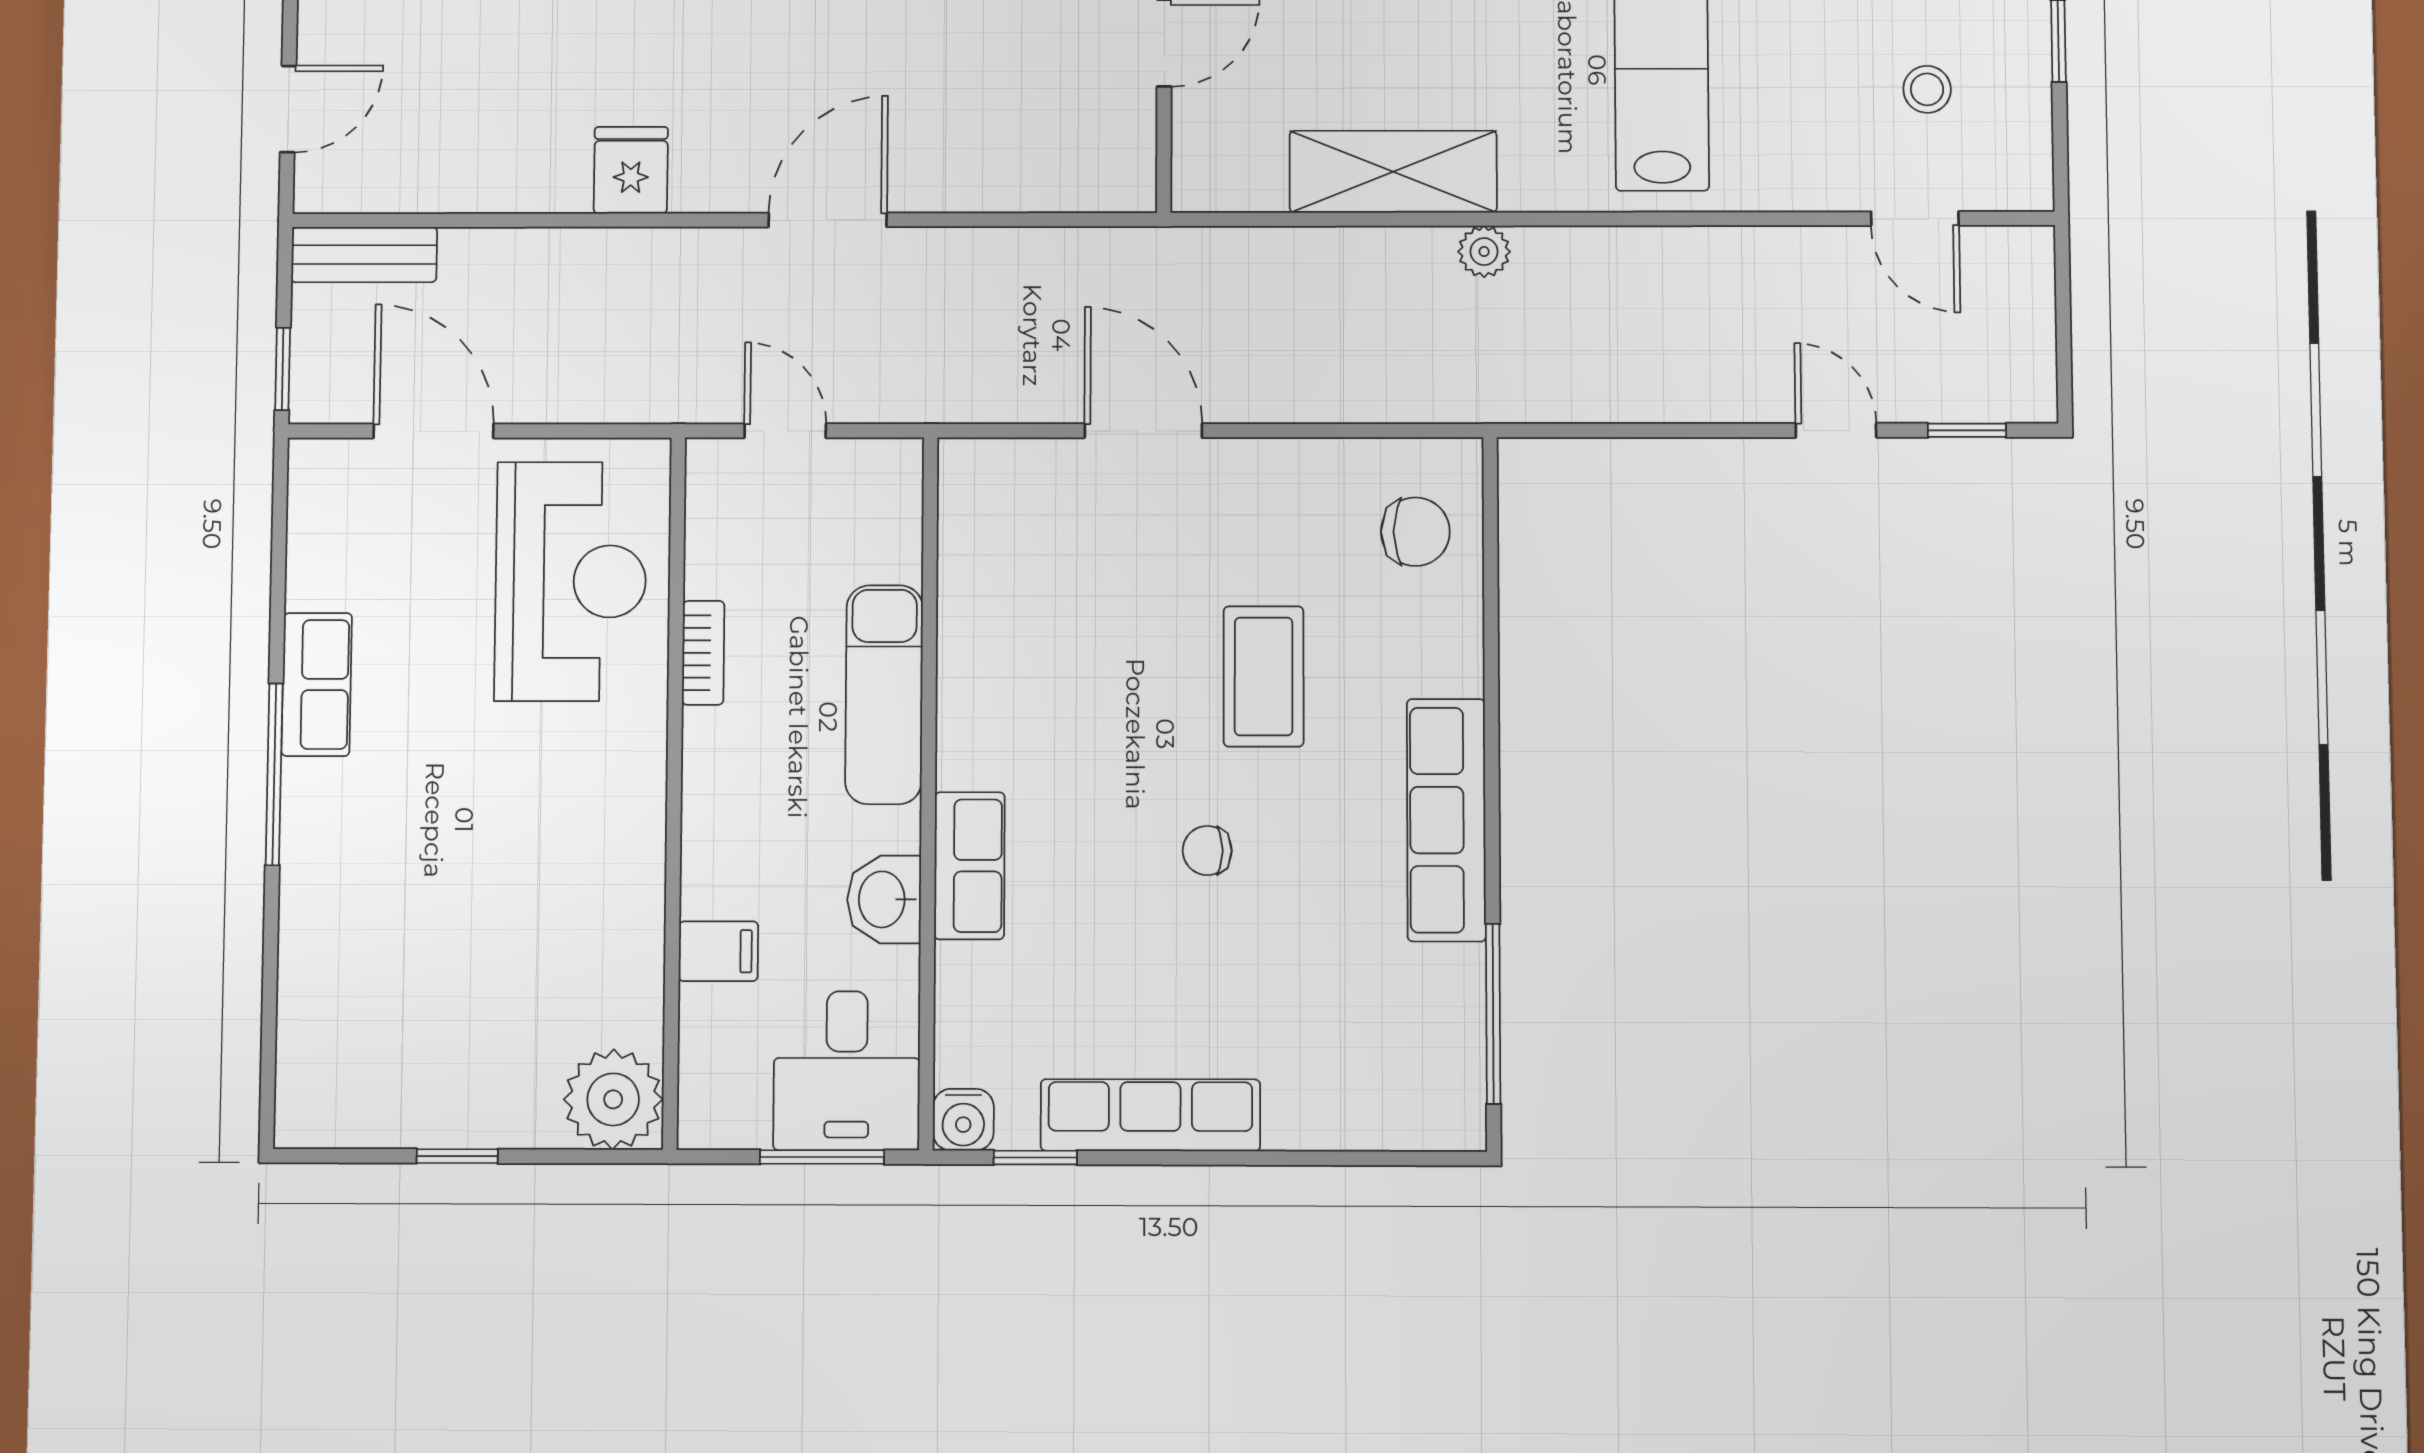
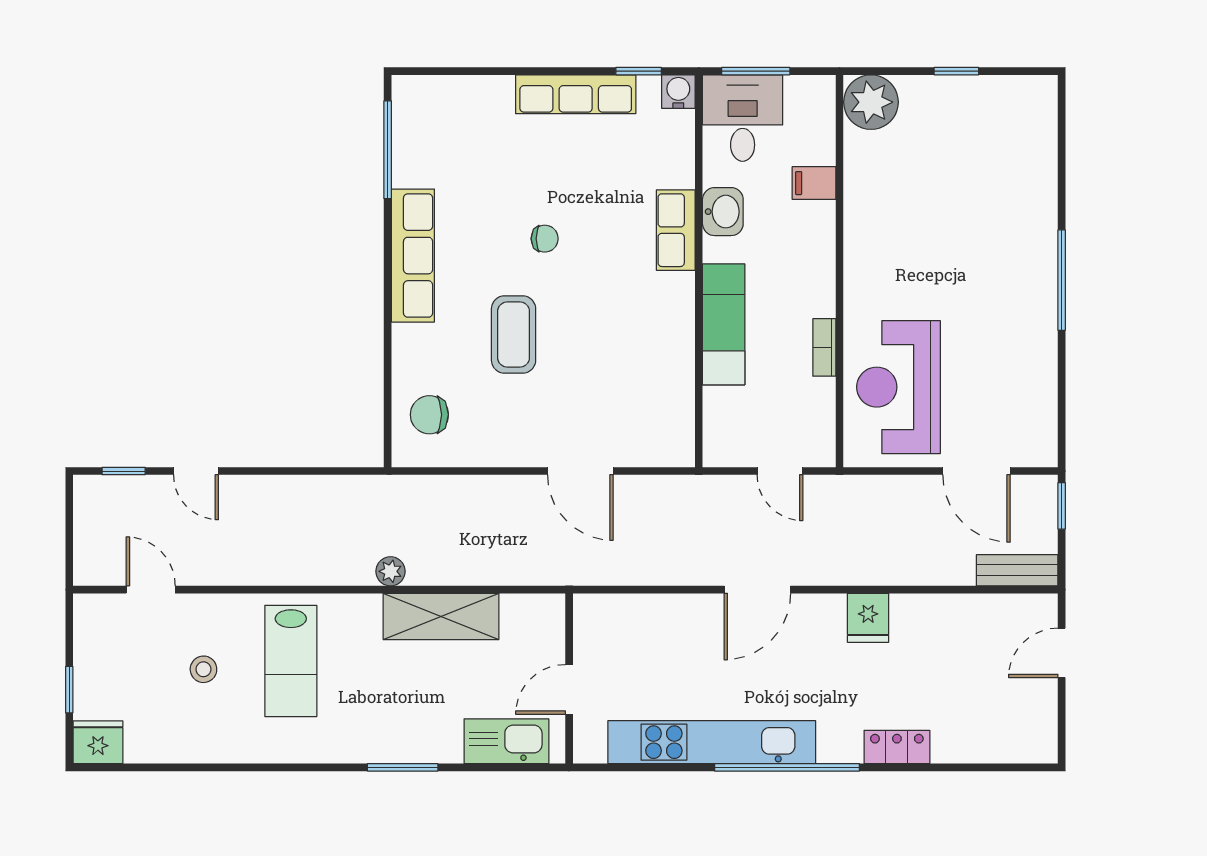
stool: (1927, 89) -> (203, 669), moved
row of seats: (317, 684) -> (1039, 330), removed

